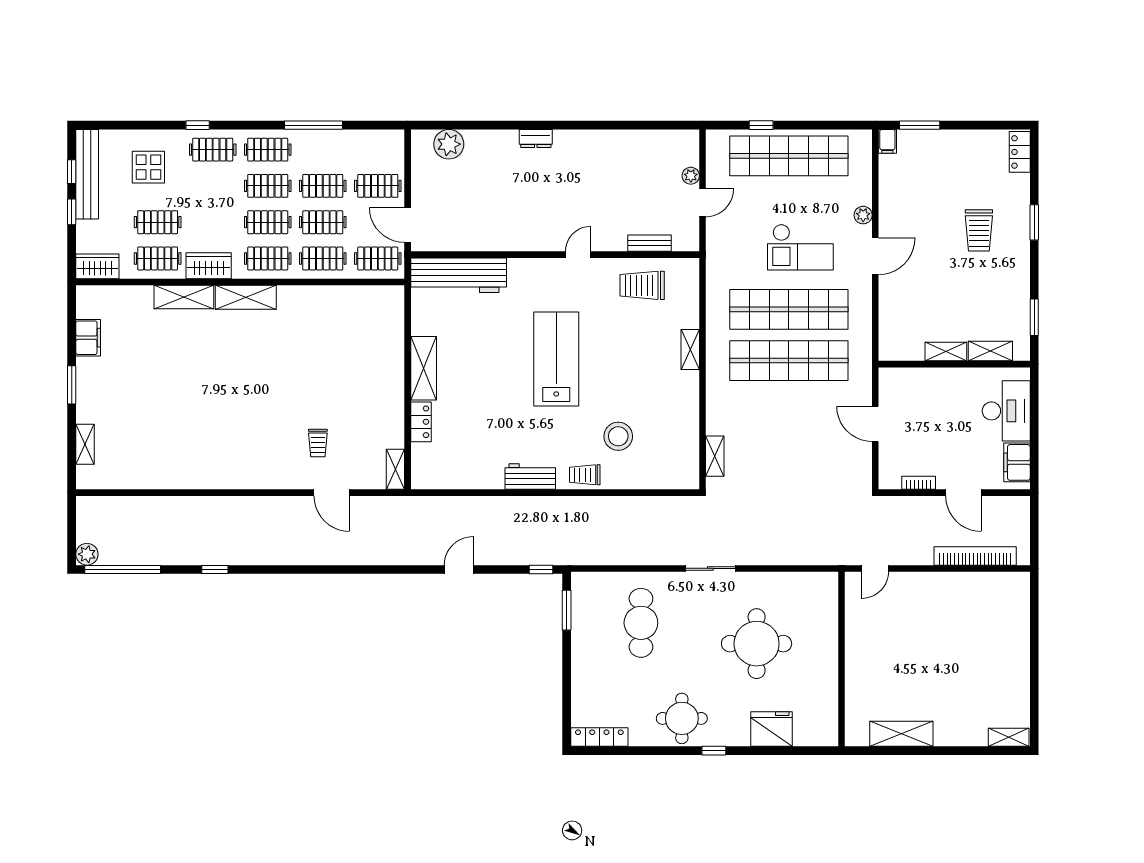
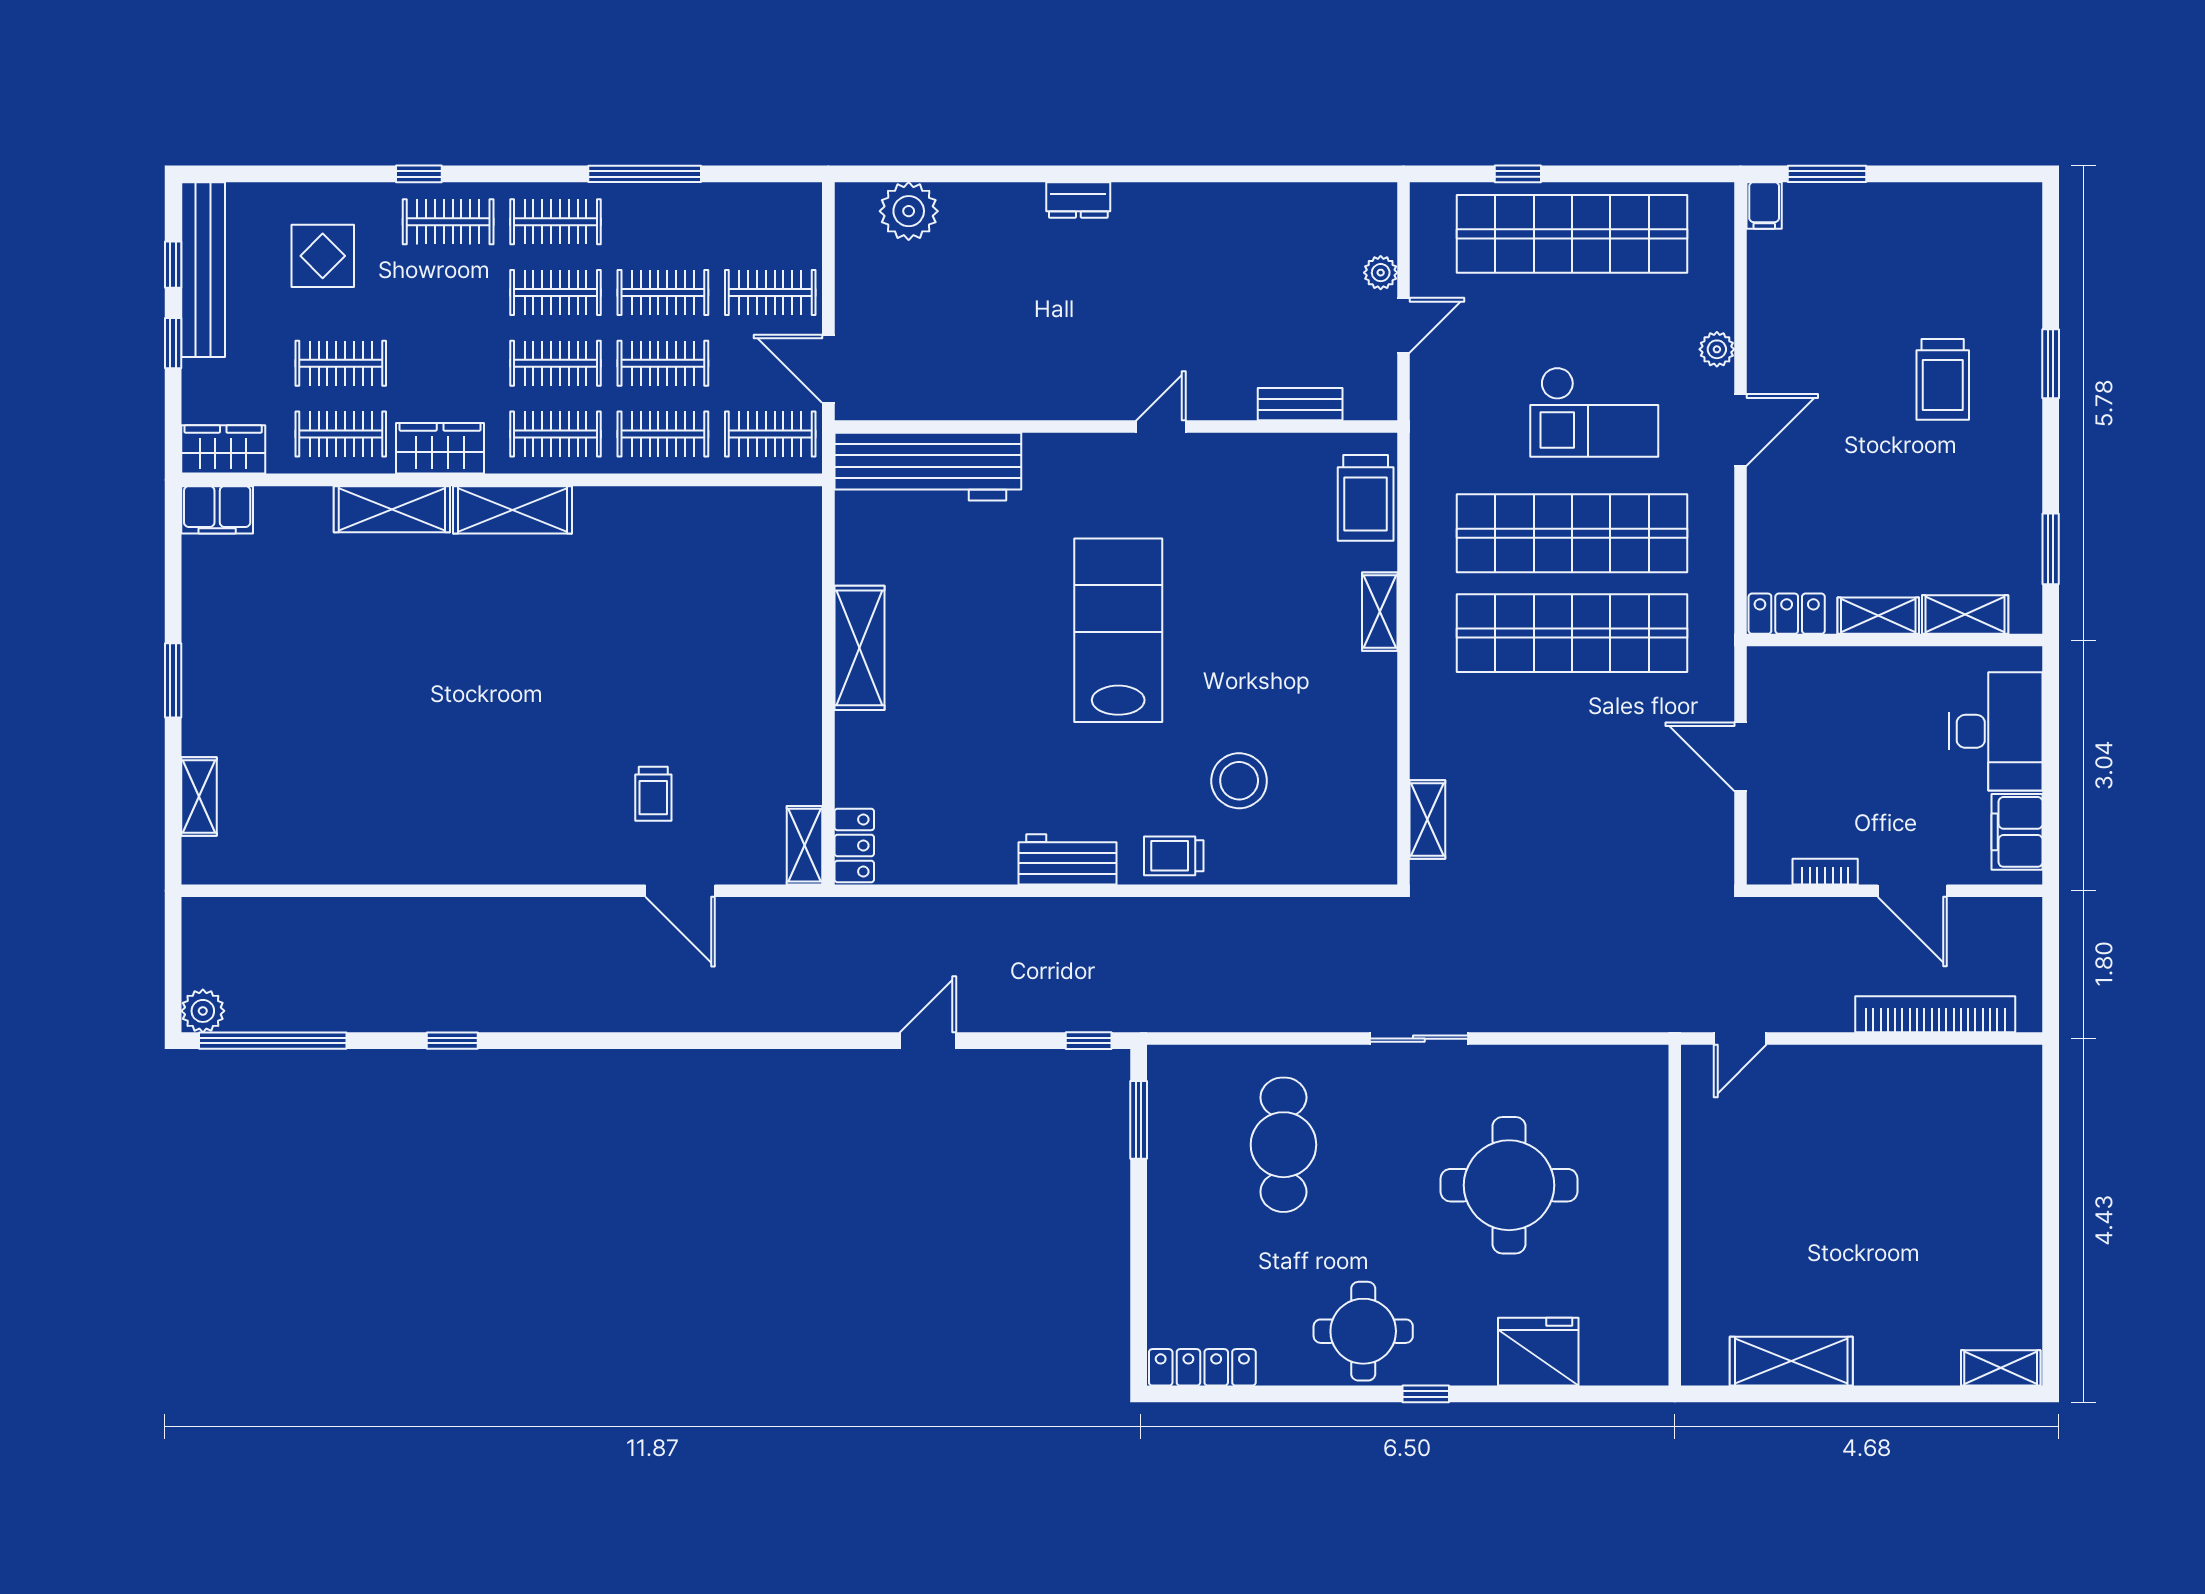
locker: (1020, 152) -> (1787, 614), moved, turned 90
trolley: (642, 285) -> (1366, 498), moved, turned -90
filing cabinet: (88, 338) -> (217, 510), moved, turned 90
locker: (421, 422) -> (854, 845), moved

